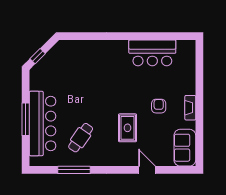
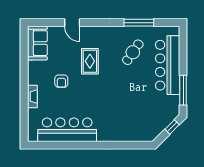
bar counter: (152, 53) -> (67, 130), width x1.36
fireplace: (190, 108) -> (32, 97), moved
window: (26, 119) -> (183, 90), moved

